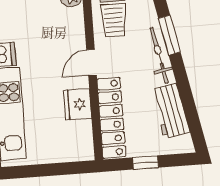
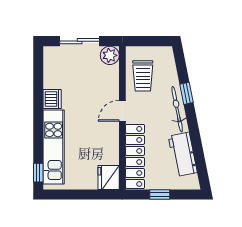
window: (169, 35) -> (187, 93), width x0.67
fridge: (78, 104) -> (109, 177), moved

